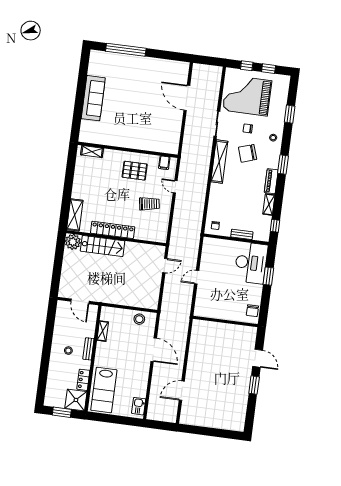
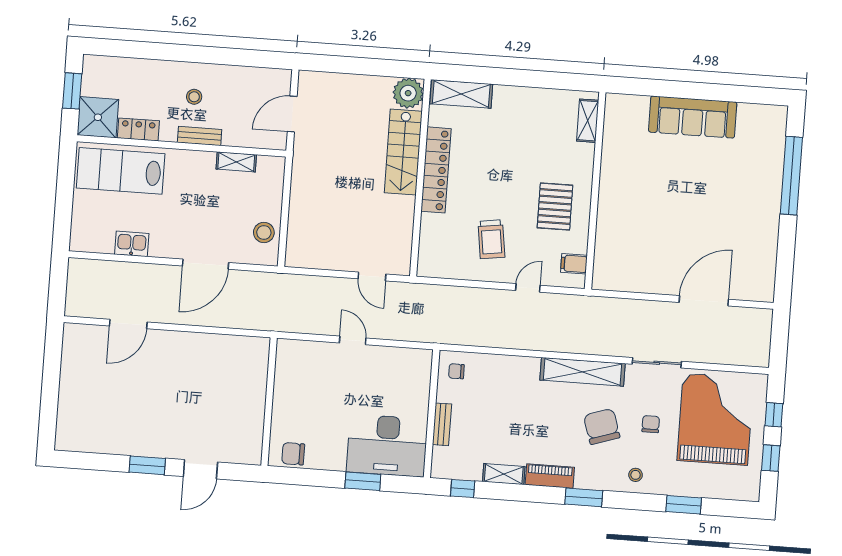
door: (182, 391) -> (128, 324), swing flipped
kitchen sink: (139, 406) -> (132, 244), moved

